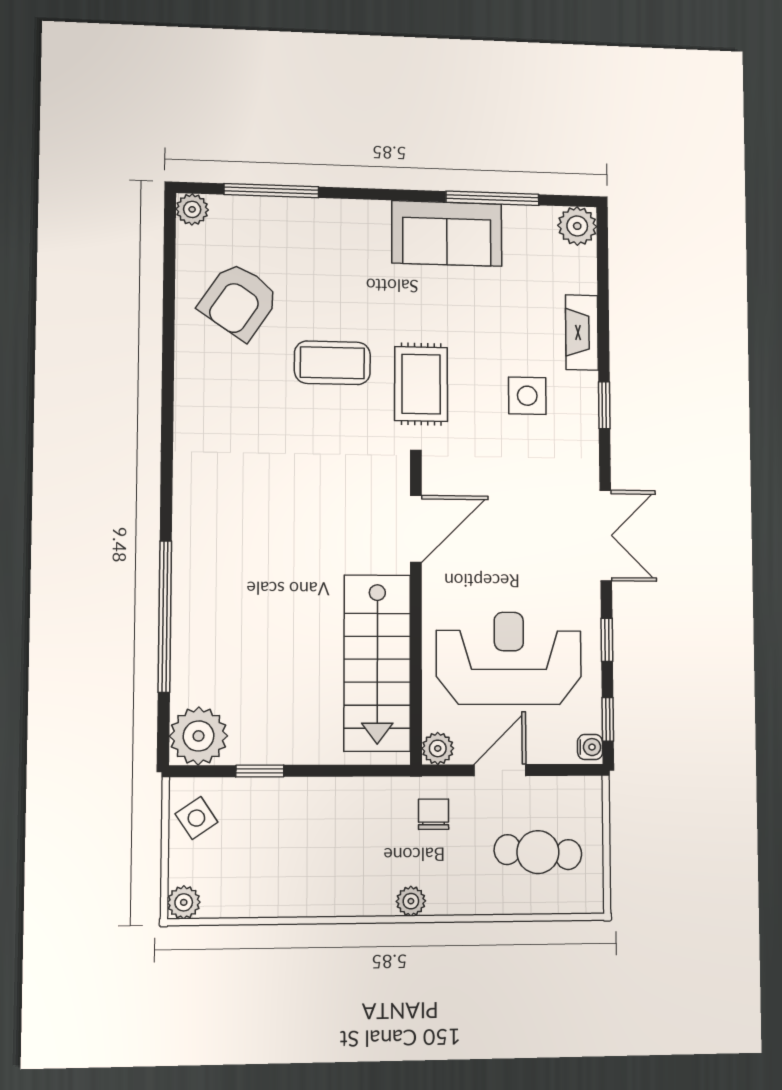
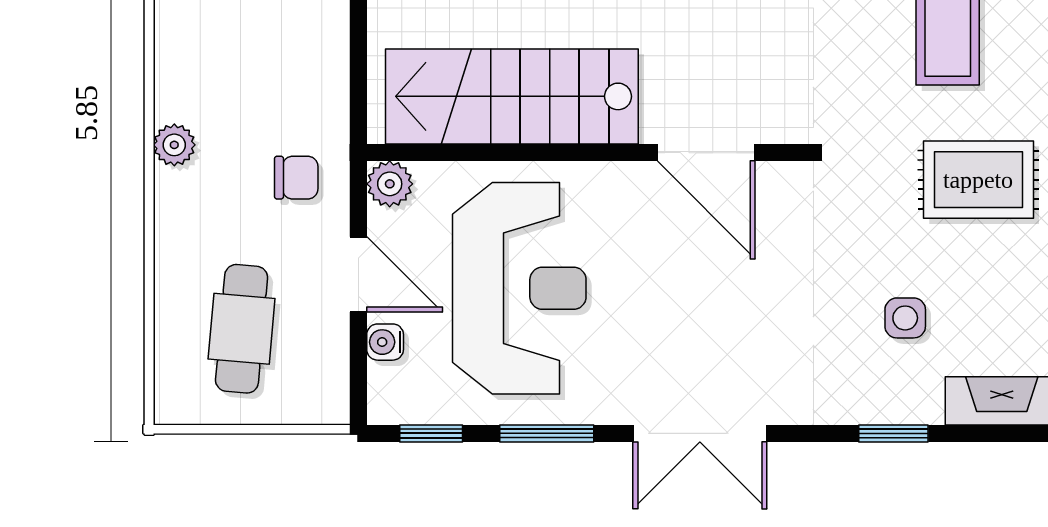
rug: (421, 384) -> (978, 180), moved
side table: (527, 396) -> (905, 318), width x0.73, depth x0.73
window: (607, 640) -> (547, 433), width x1.50
water cooler: (590, 747) -> (385, 342), moved, turned 90

